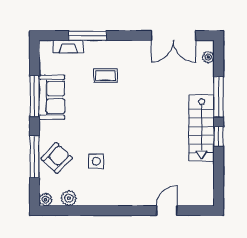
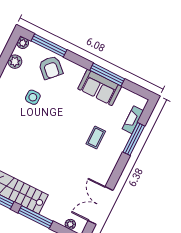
window: (34, 157) -> (49, 45), moved

